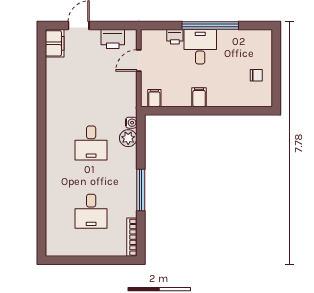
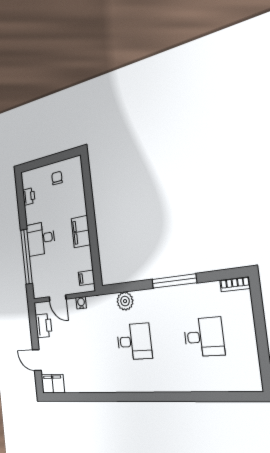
window: (210, 26) -> (26, 257), moved
printer: (175, 37) -> (29, 196), moved
filing cabinet: (199, 97) -> (81, 232), width x2.00
water cooler: (131, 123) -> (81, 303), moved
bookcase: (132, 237) -> (235, 284), width x0.64

